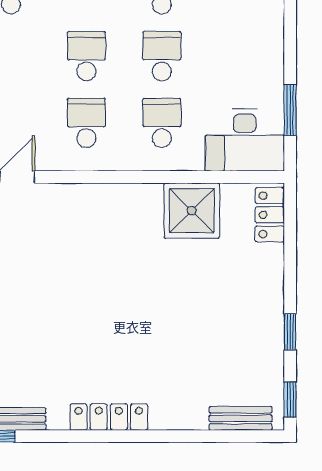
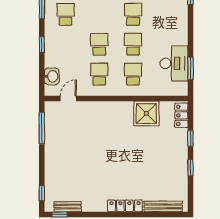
desk: (245, 140) -> (174, 63), moved, turned -90
window: (290, 400) -> (190, 138), moved
locker: (109, 417) -> (125, 206), moved
bench: (241, 418) -> (163, 206), width x1.36

